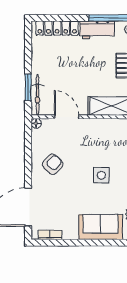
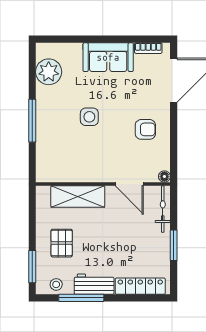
window: (28, 87) -> (174, 245), moved
armchair: (53, 164) -> (145, 129), turned -133
sofa: (101, 227) -> (108, 57), moved

